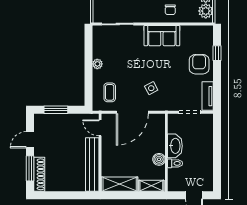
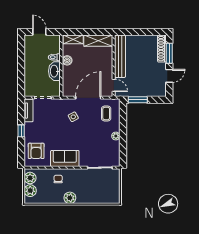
window: (217, 53) -> (21, 131), moved
armchair: (199, 64) -> (36, 151), moved
window: (56, 110) -> (138, 100), moved

